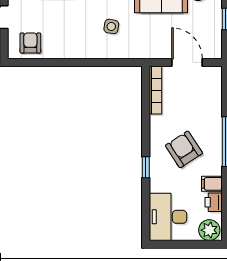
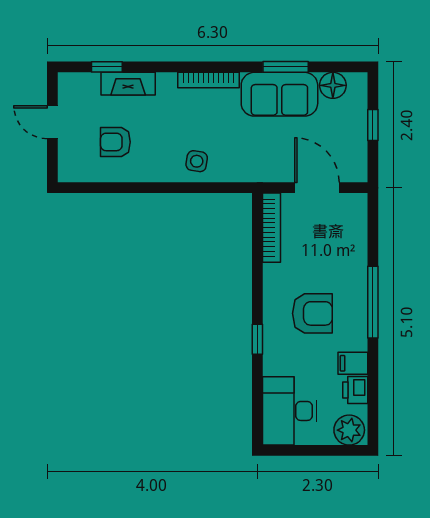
side table: (111, 26) -> (197, 161), moved
armchair: (30, 43) -> (115, 142), moved, turned -90
armchair: (184, 149) -> (312, 313), turned 123

